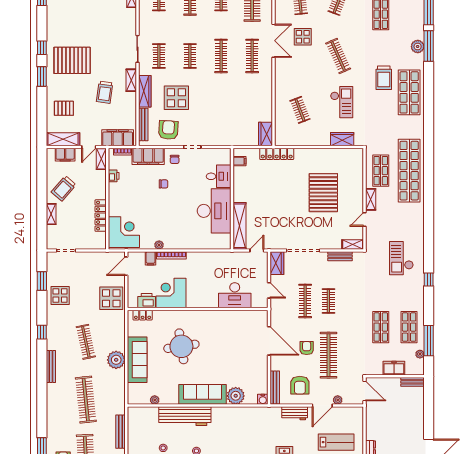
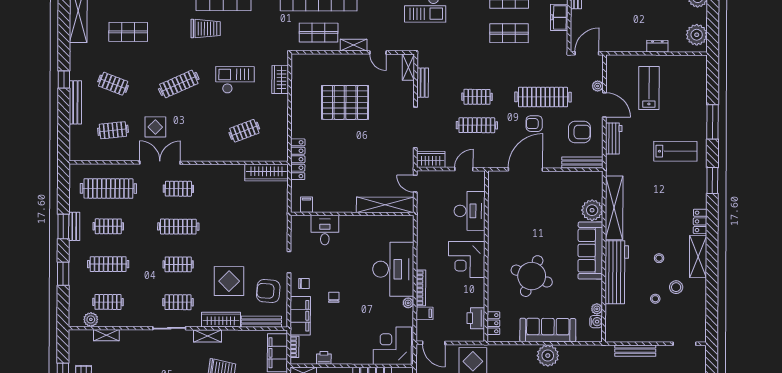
clothes rail: (252, 56) -> (178, 189), width x0.73
wardrobe: (266, 134) -> (266, 173), width x1.50
desk: (214, 211) -> (393, 269), moved, turned 90
corner desk: (171, 293) -> (467, 259), moved
round table: (181, 346) -> (532, 276), turned 30
water cooler: (263, 399) -> (596, 322), moved
shelving: (238, 414) -> (614, 208), added

